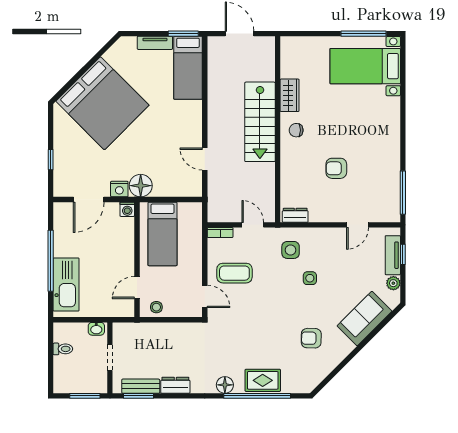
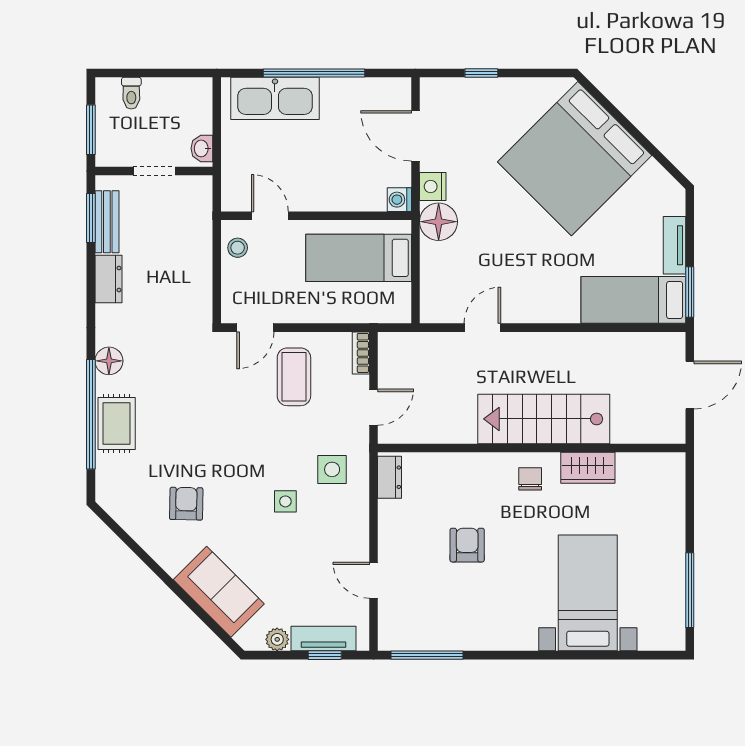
bed with nightstands: (365, 66) -> (588, 593), moved
toilet: (63, 349) -> (131, 93), moved

